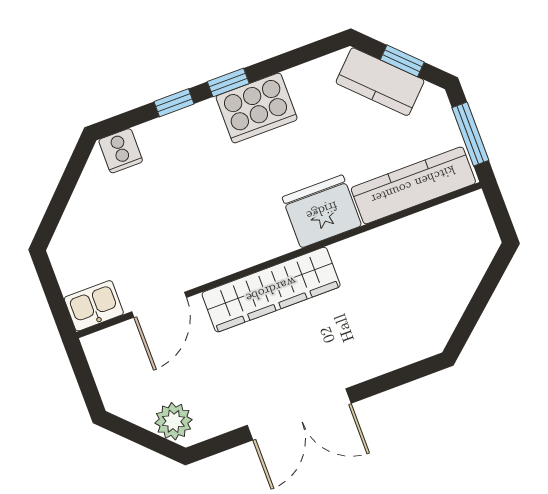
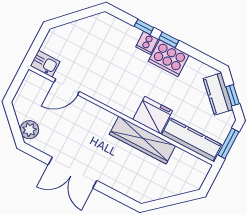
cooker: (121, 151) -> (147, 43), moved
wardrobe: (271, 290) -> (142, 140), moved

